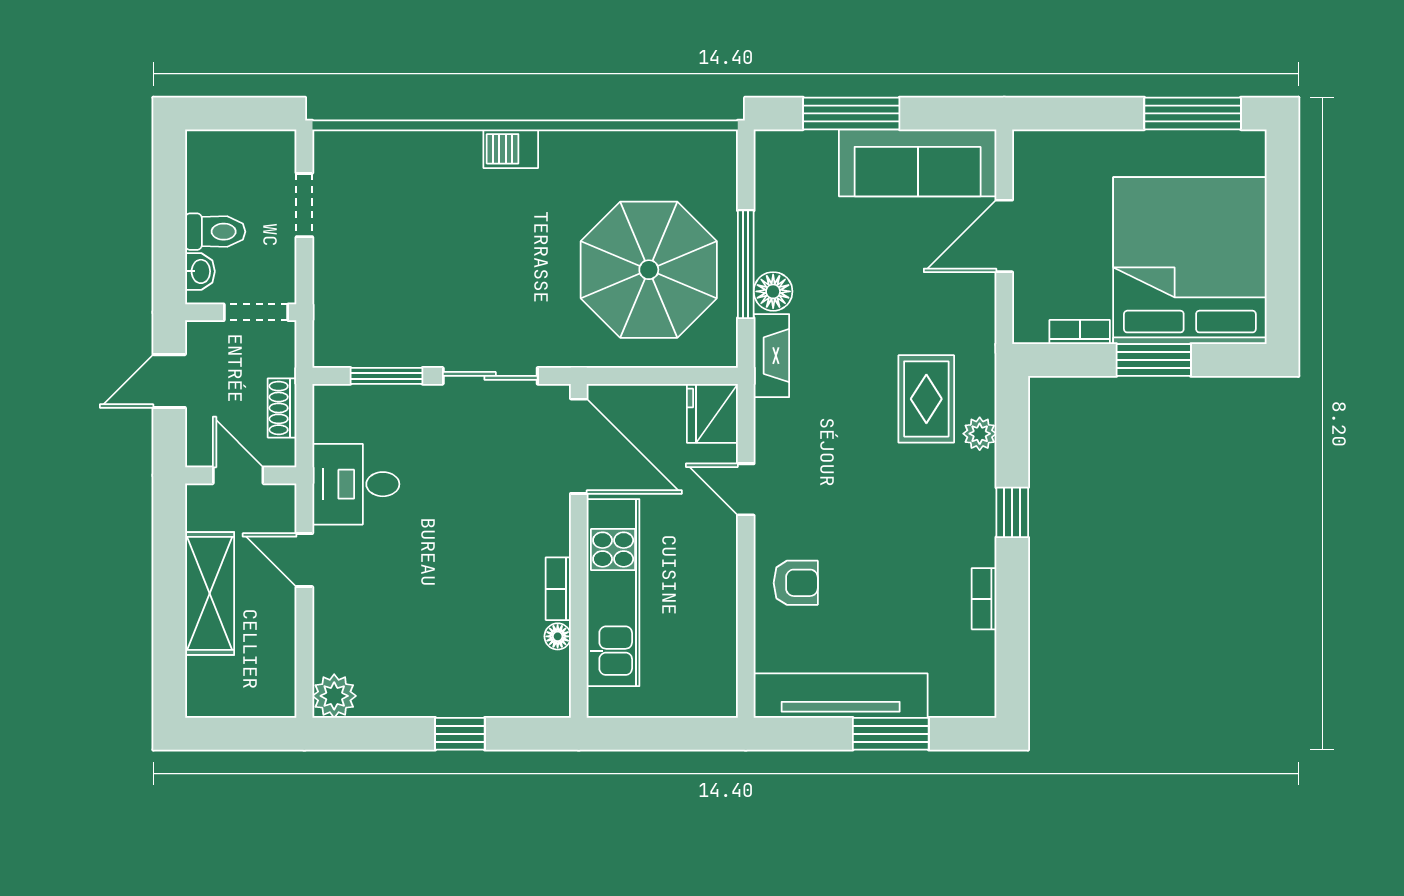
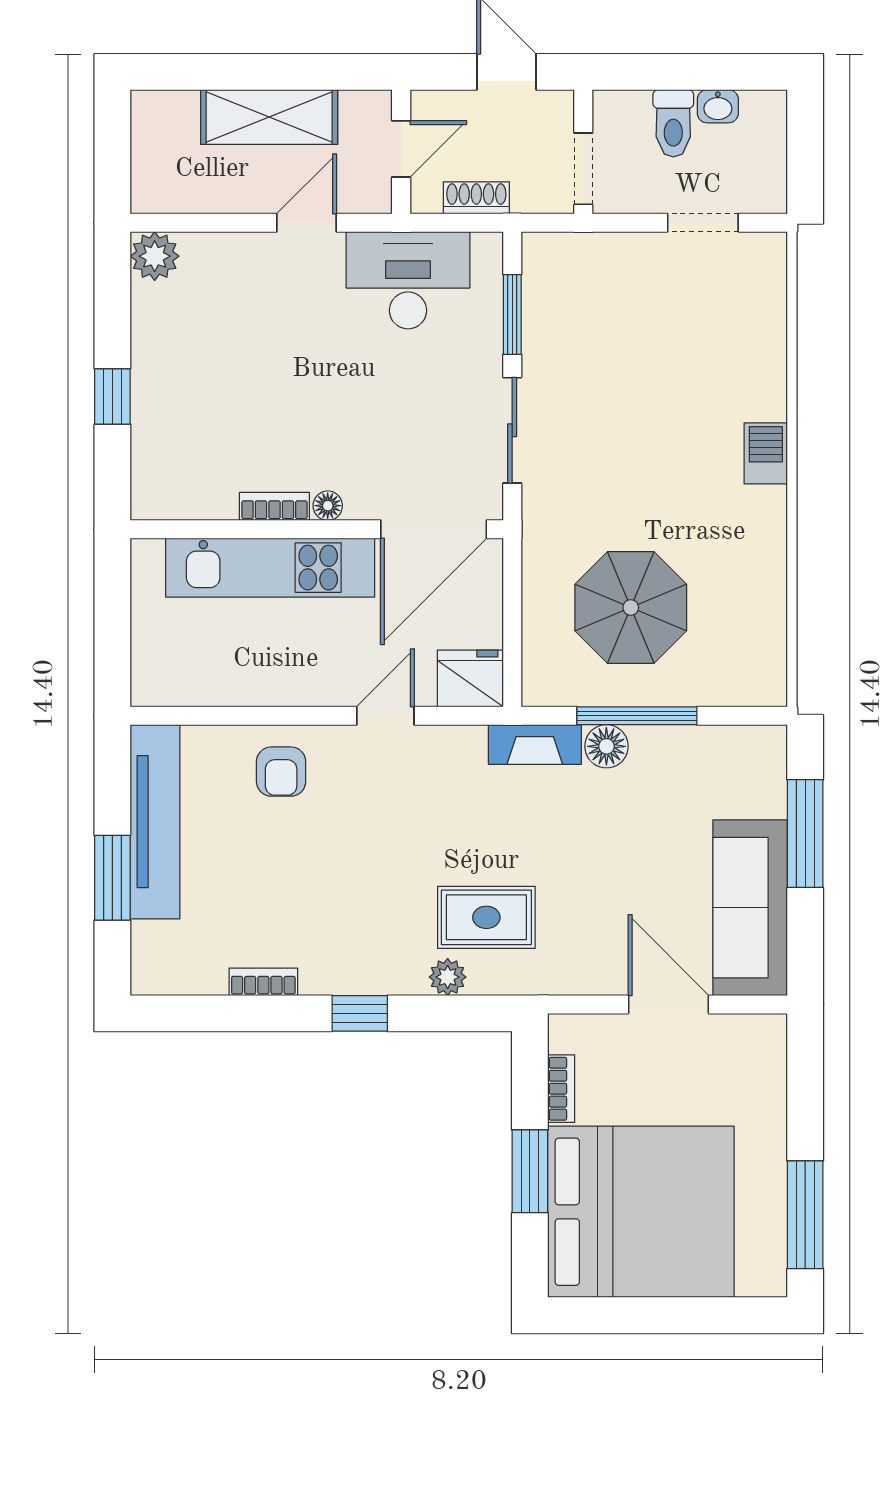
parasol: (649, 270) -> (631, 608), width x0.73, depth x0.73
washbasin: (200, 271) -> (718, 106), moved
desk: (356, 484) -> (408, 280), width x1.37
floor lamp: (558, 636) -> (328, 506), moved

